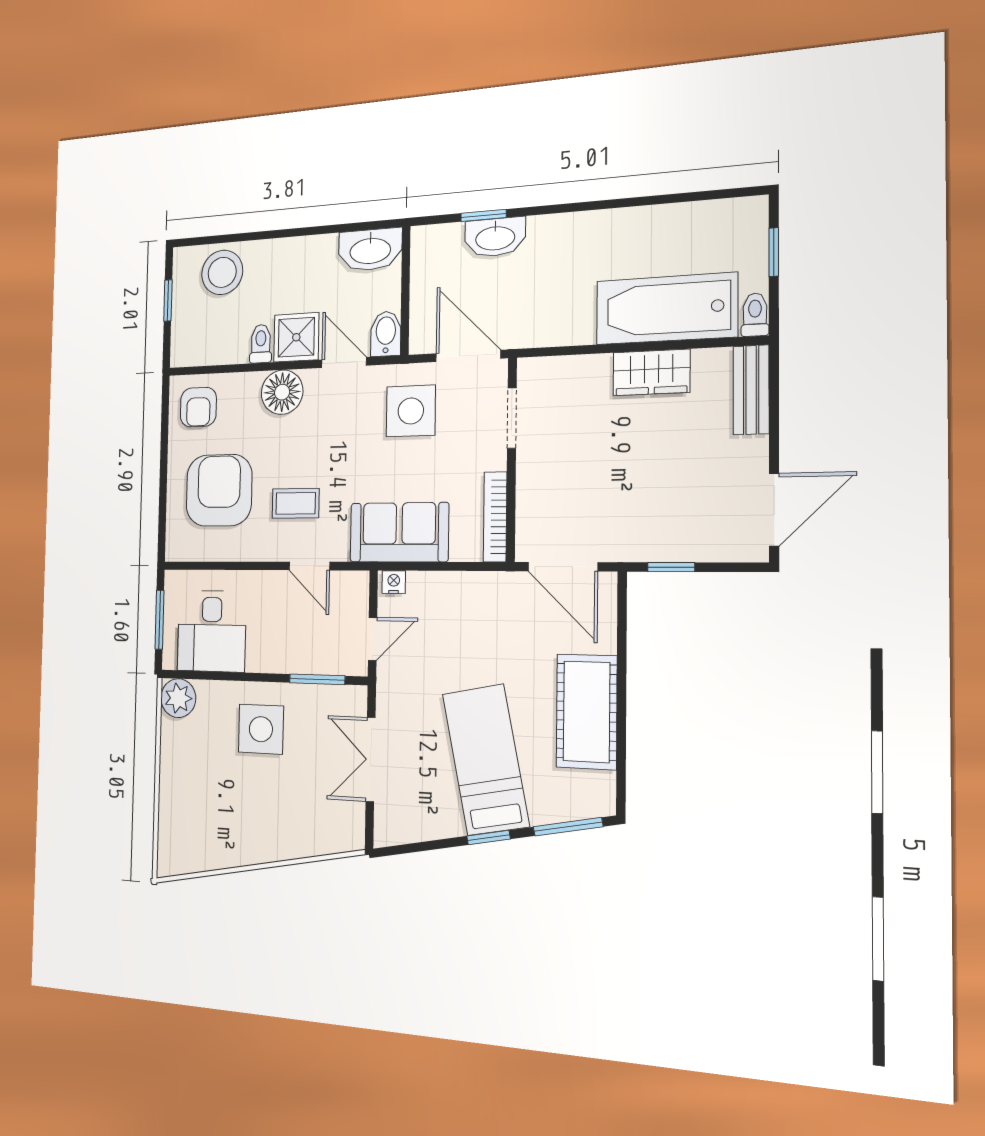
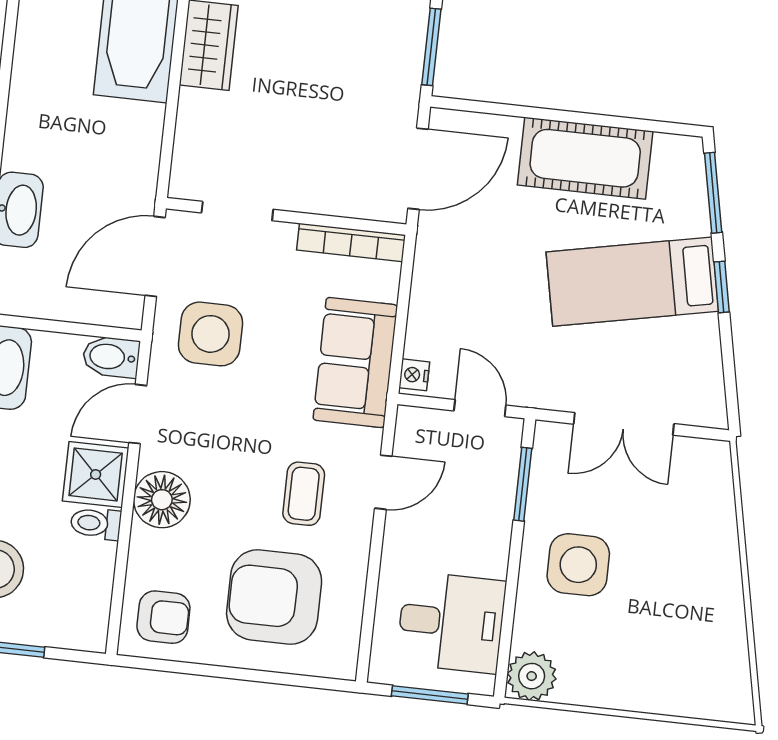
window: (671, 567) -> (431, 47), width x1.50

